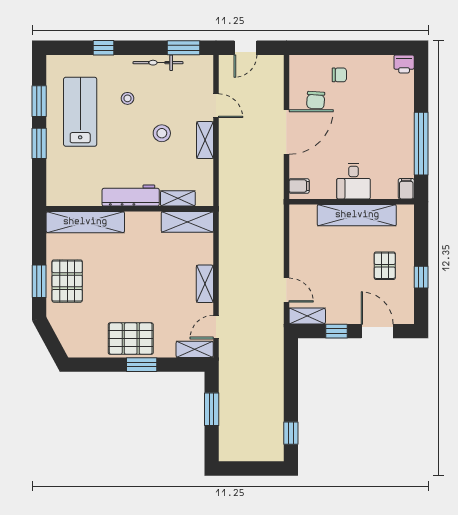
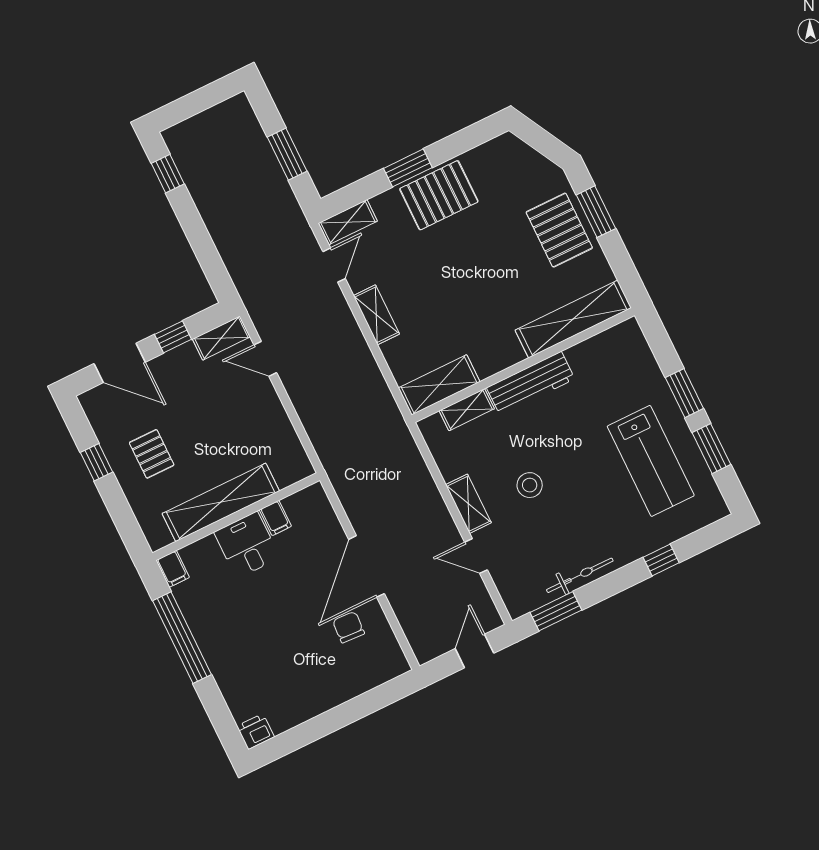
chair: (339, 75) -> (334, 676), removed
stool: (128, 98) -> (597, 509), removed
filing cabinet: (299, 186) -> (275, 518), moved, turned -90

